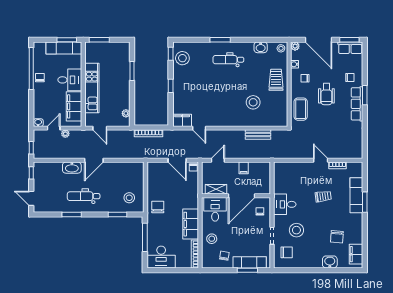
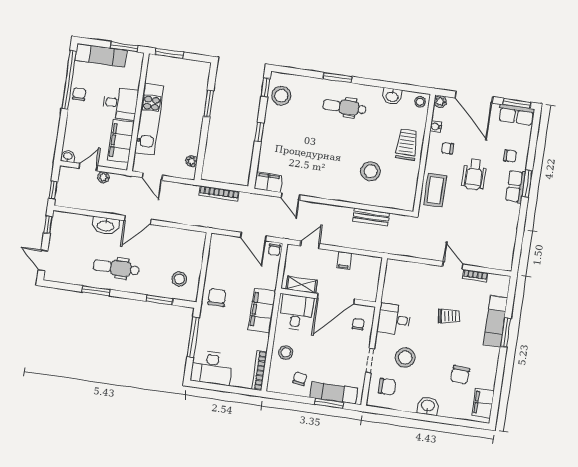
exam couch: (64, 48) -> (101, 55), moved
row of seats: (357, 104) -> (516, 186), width x0.68
filing cabinet: (191, 224) -> (262, 310), moved
washbasin: (330, 262) -> (428, 406), moved

